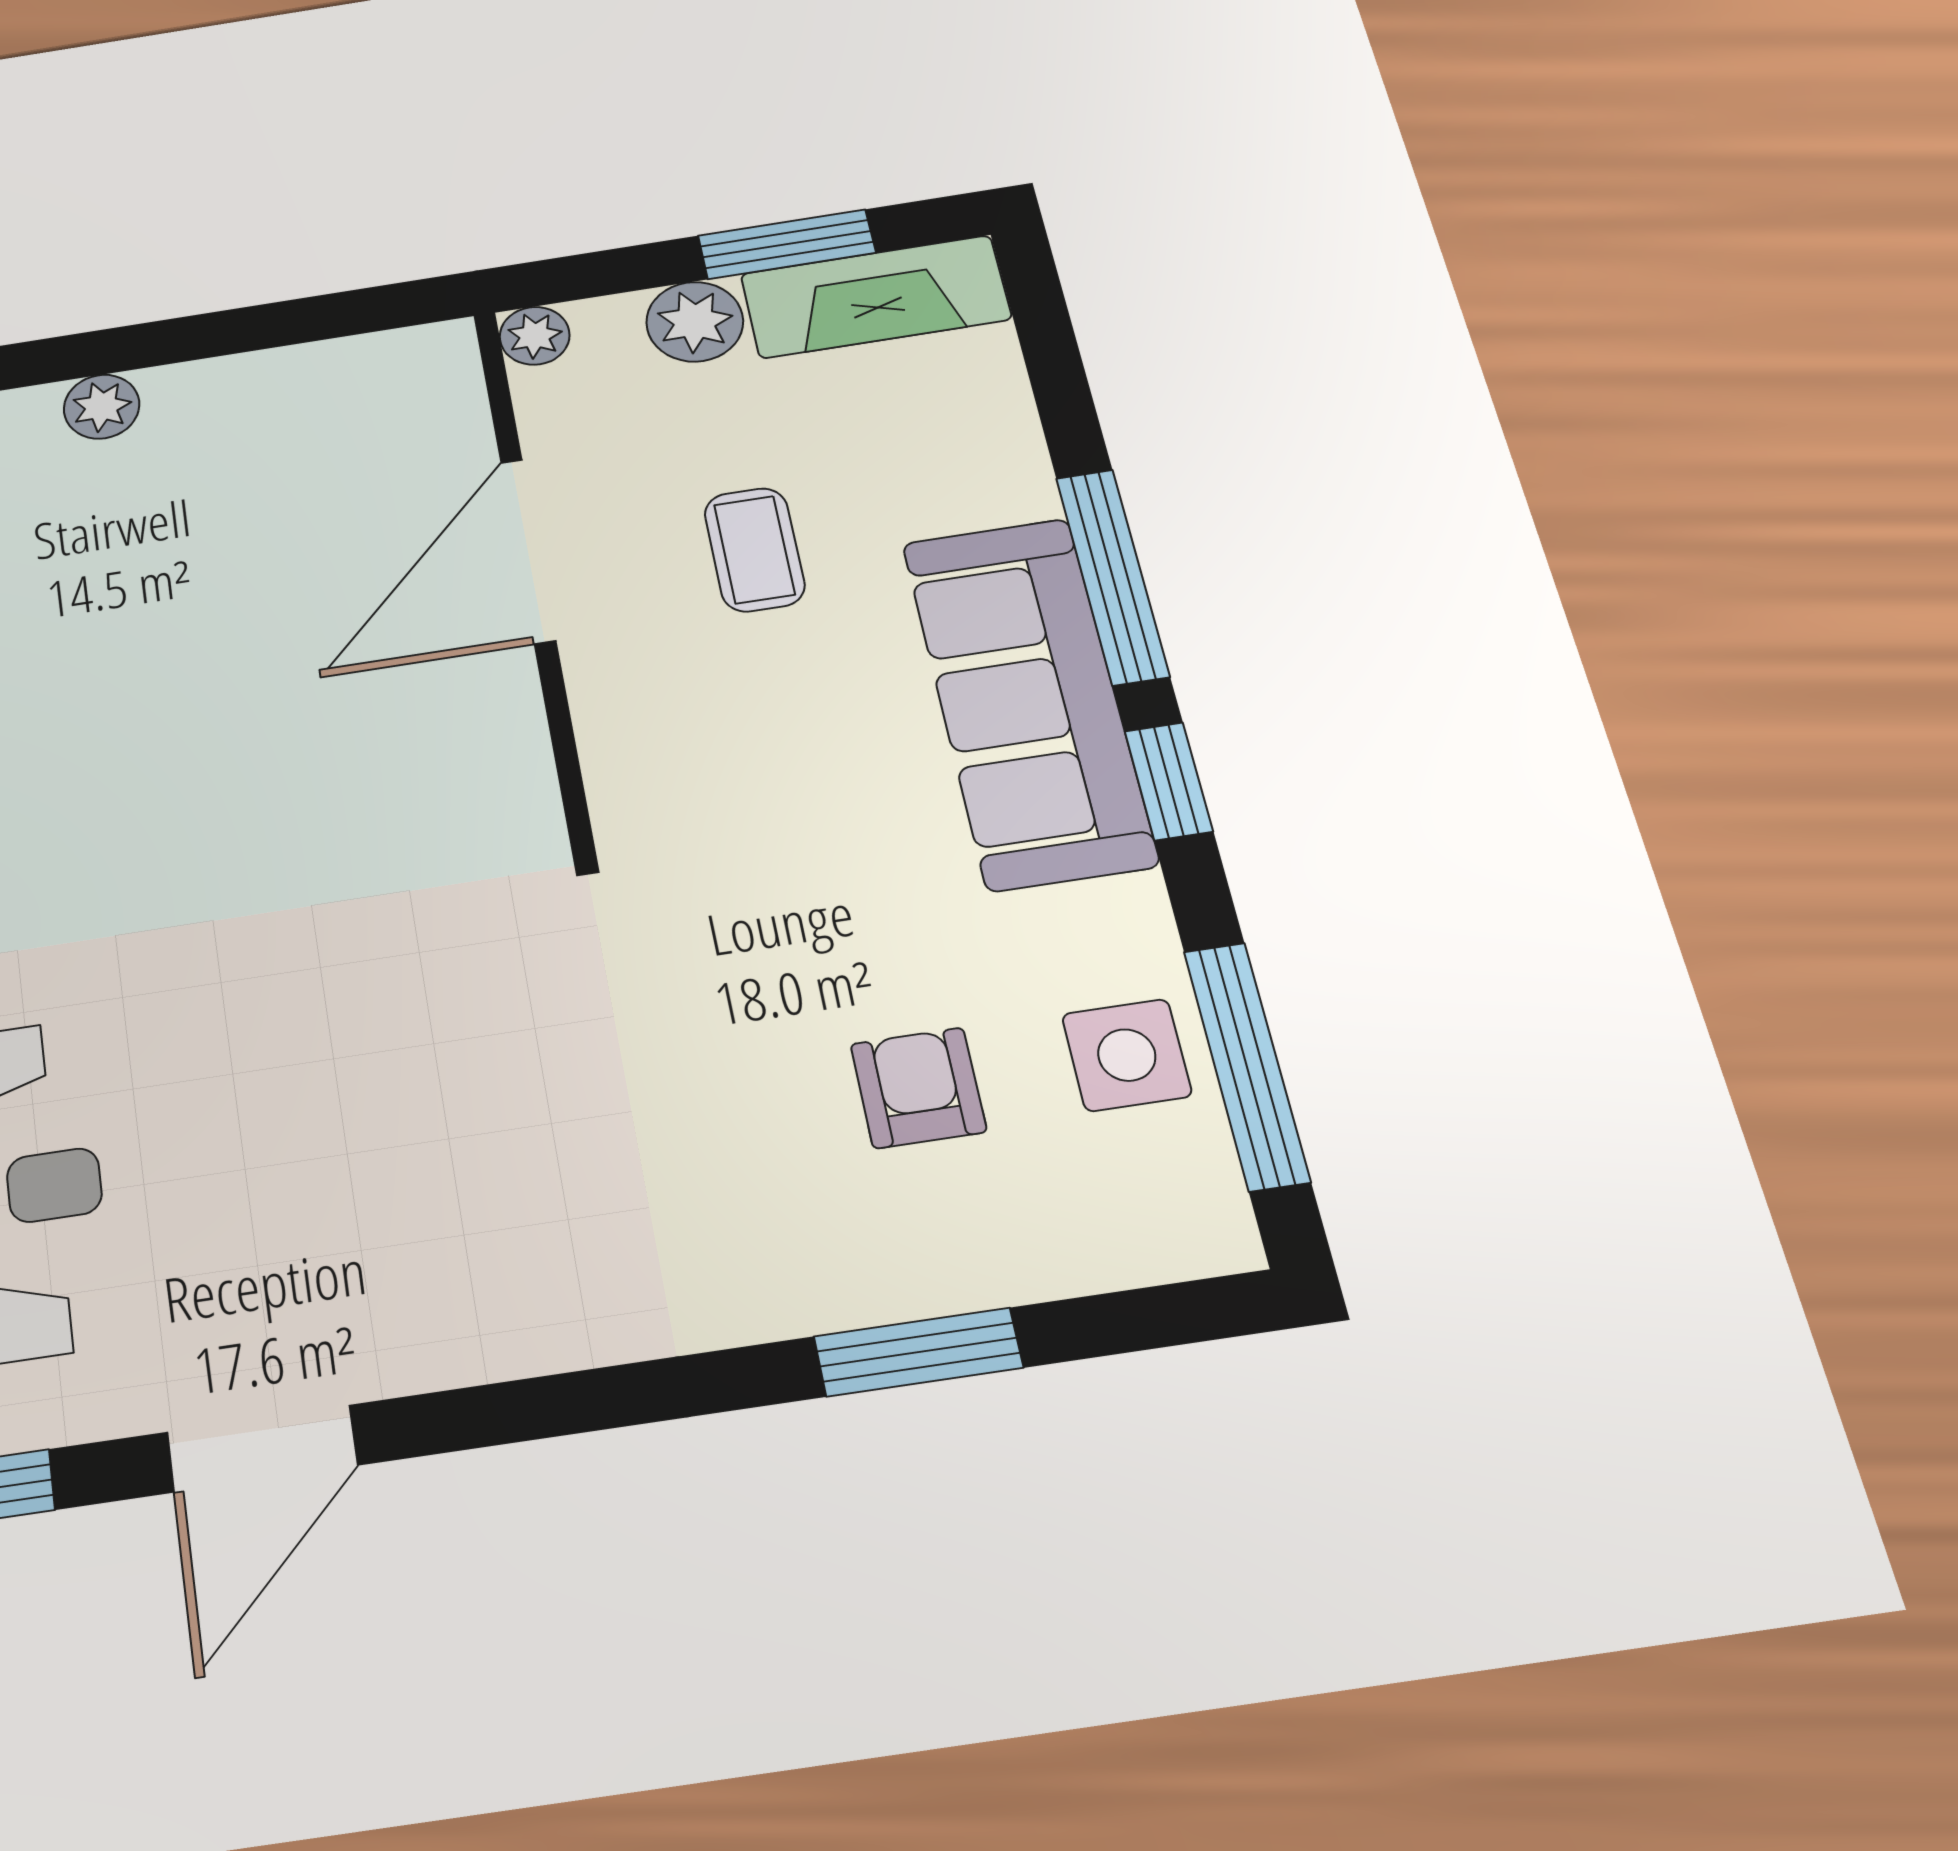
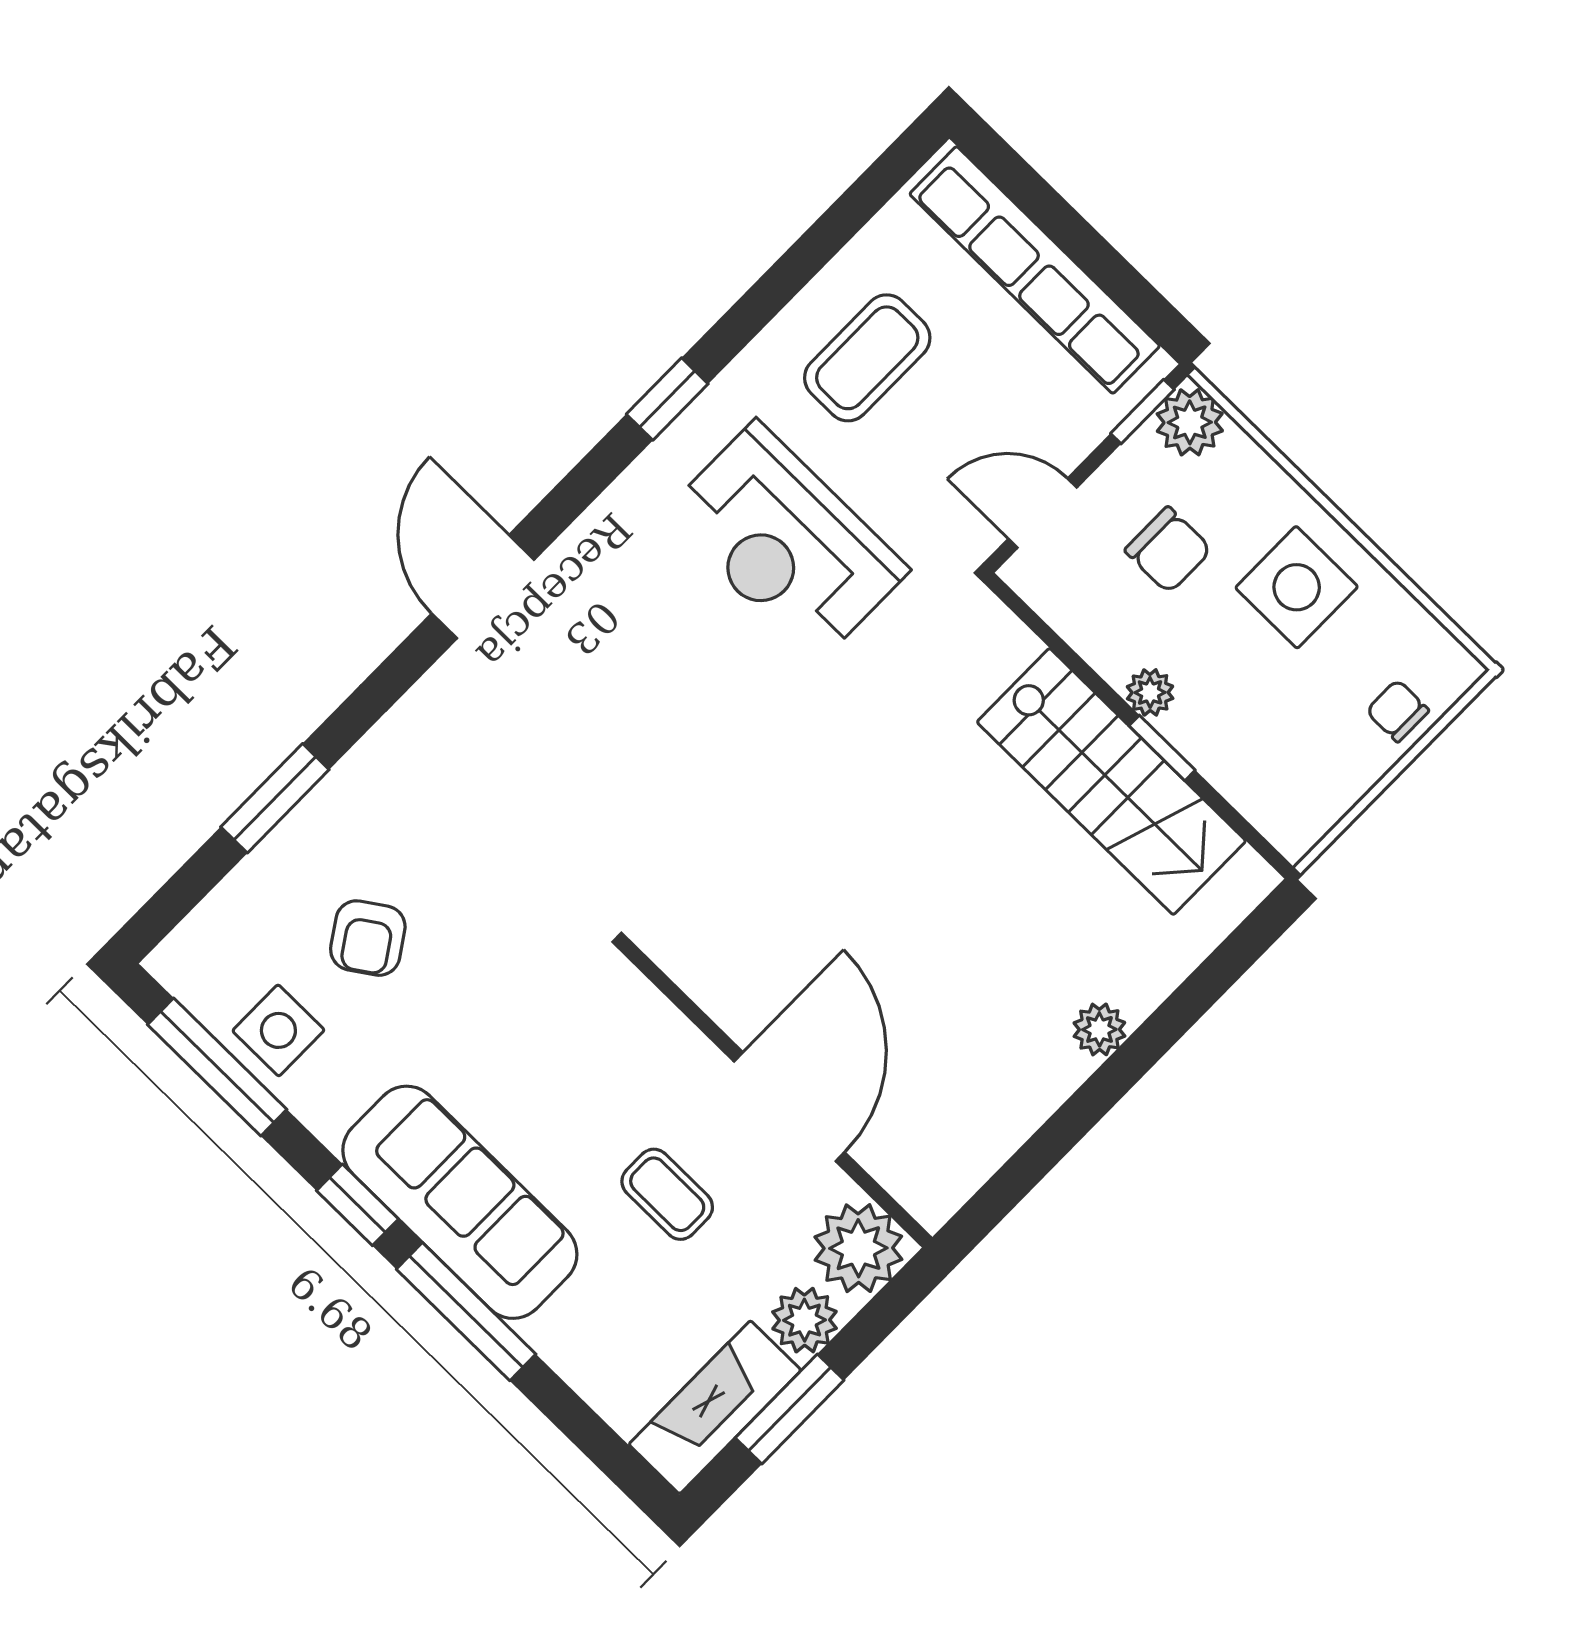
plant: (535, 336) -> (858, 1248), width x1.88, depth x1.88
armchair: (918, 1088) -> (368, 938), turned 56
door: (262, 1449) -> (483, 587), moved

